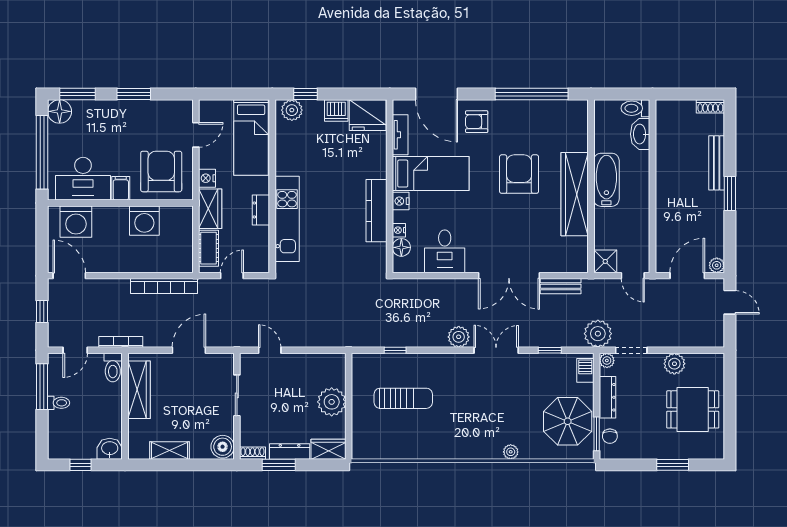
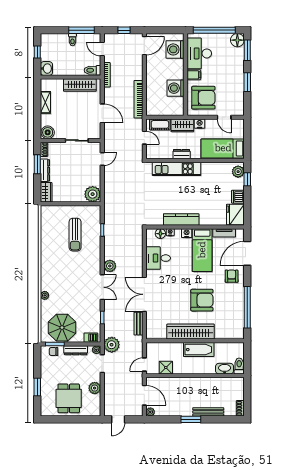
shower: (605, 261) -> (166, 368), moved
door: (730, 302) -> (118, 419), moved
plant: (332, 402) -> (93, 194), moved

